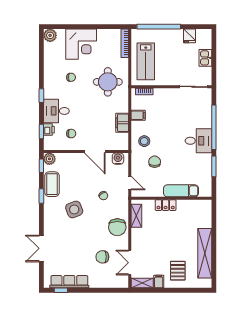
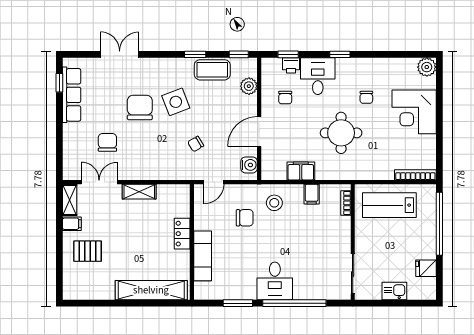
round table: (108, 82) -> (341, 133), moved
plant: (49, 159) -> (249, 86), moved
shelving: (136, 216) -> (139, 192), moved
chair: (117, 227) -> (140, 107), moved, turned 90
shelving: (205, 253) -> (151, 290), moved

